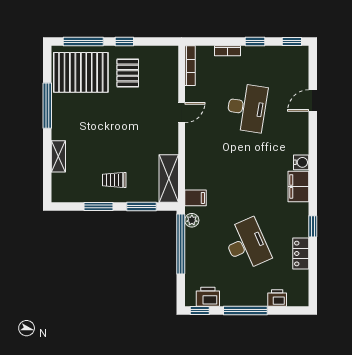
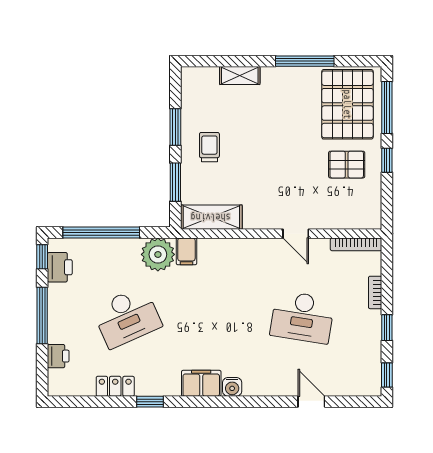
plant: (192, 220) -> (158, 254), width x1.88, depth x1.88
window: (181, 244) -> (101, 232), moved

